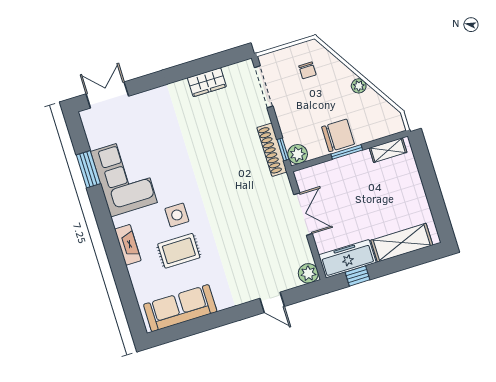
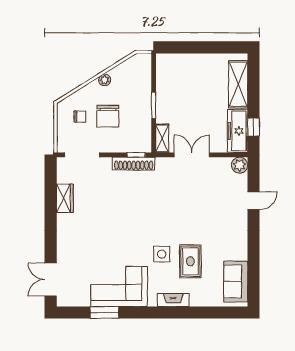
chair: (338, 135) -> (108, 116), moved, turned 180
shelving: (388, 150) -> (162, 138), moved
plant: (298, 154) -> (143, 145), removed
sofa: (180, 308) -> (236, 282), width x0.73

